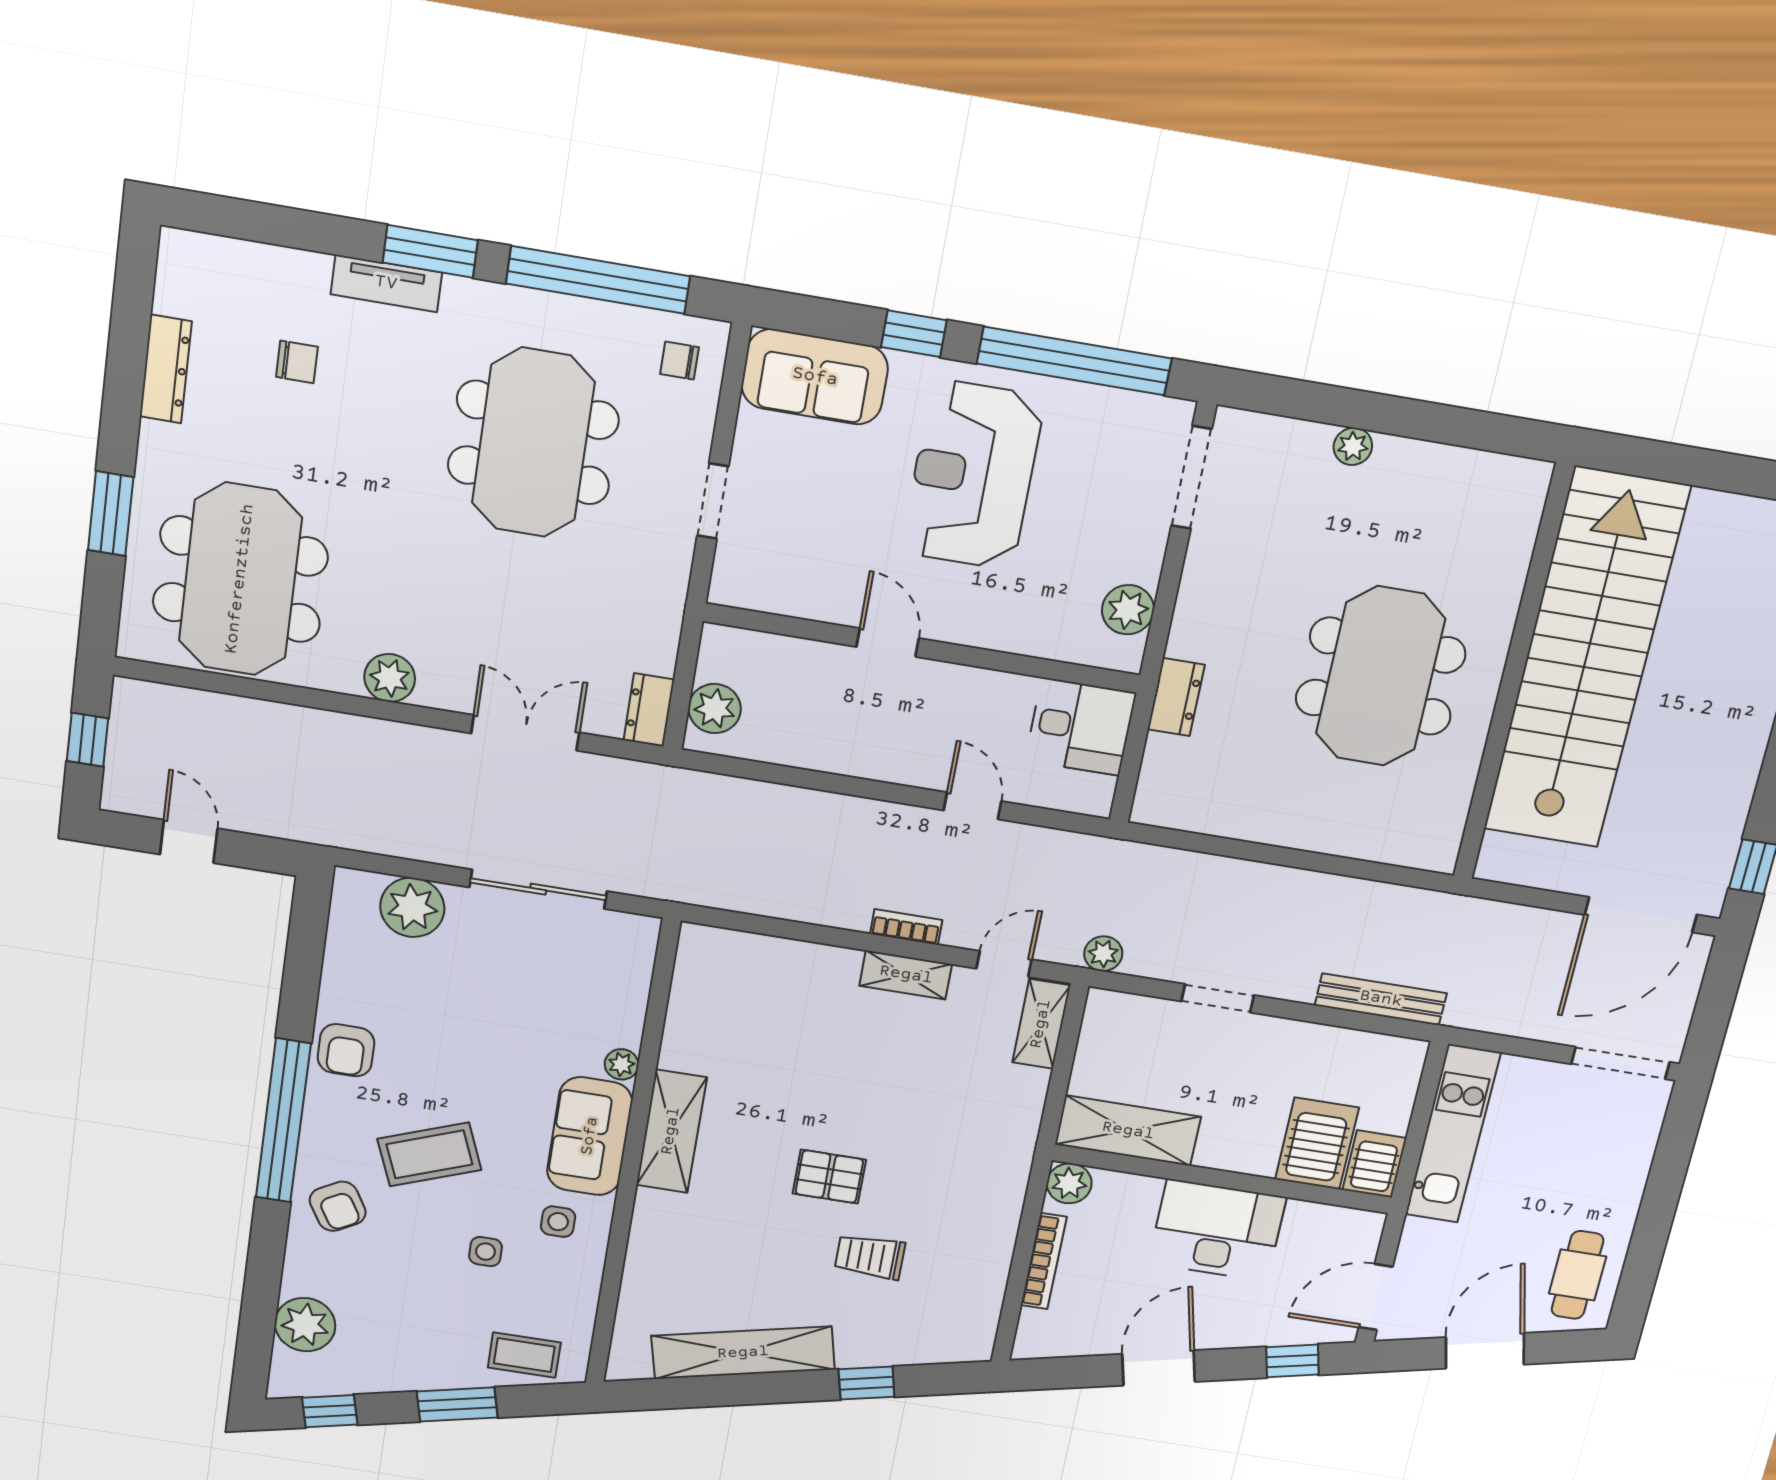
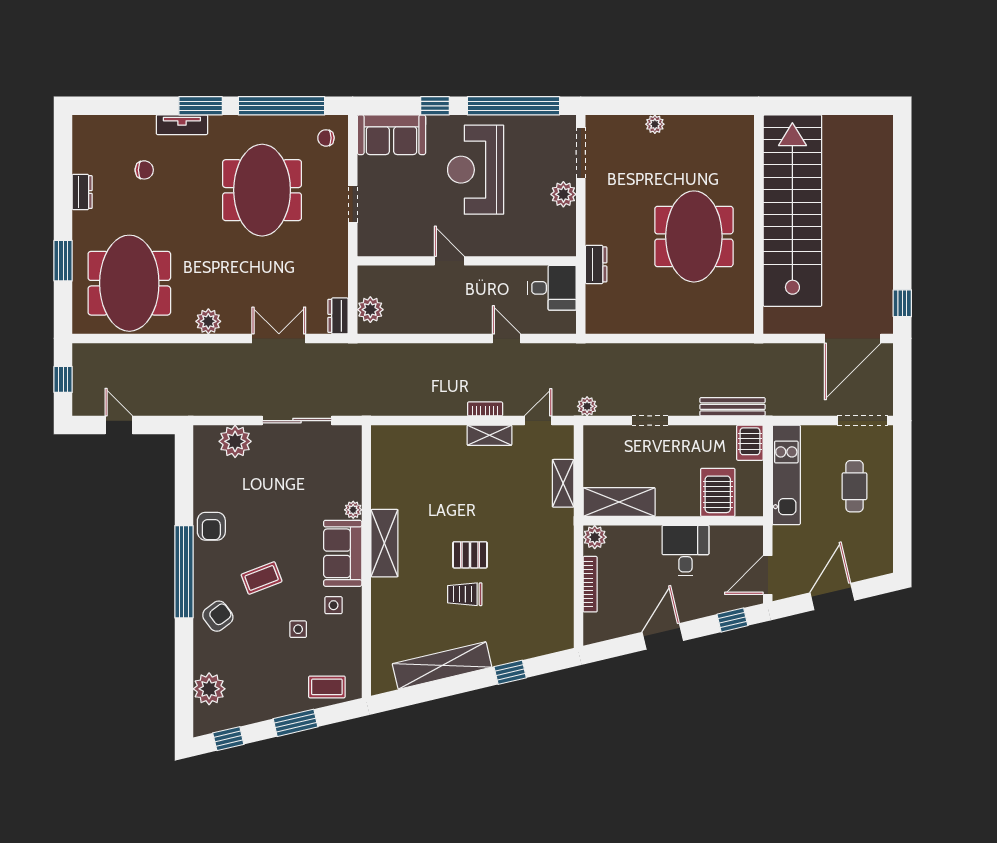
dresser: (166, 369) -> (82, 192), width x0.70
plant: (1128, 610) -> (563, 194), moved
shelving: (1041, 1024) -> (563, 483), moved
coffee table: (429, 1154) -> (262, 578), width x0.73, depth x0.77
server rack: (1374, 1164) -> (750, 443), moved, turned 180
armchair: (338, 1206) -> (218, 616), turned -97
desk: (1217, 1230) -> (685, 551), width x0.73
trolley: (870, 1257) -> (465, 594), moved
cafe table: (1578, 1275) -> (854, 486), moved

